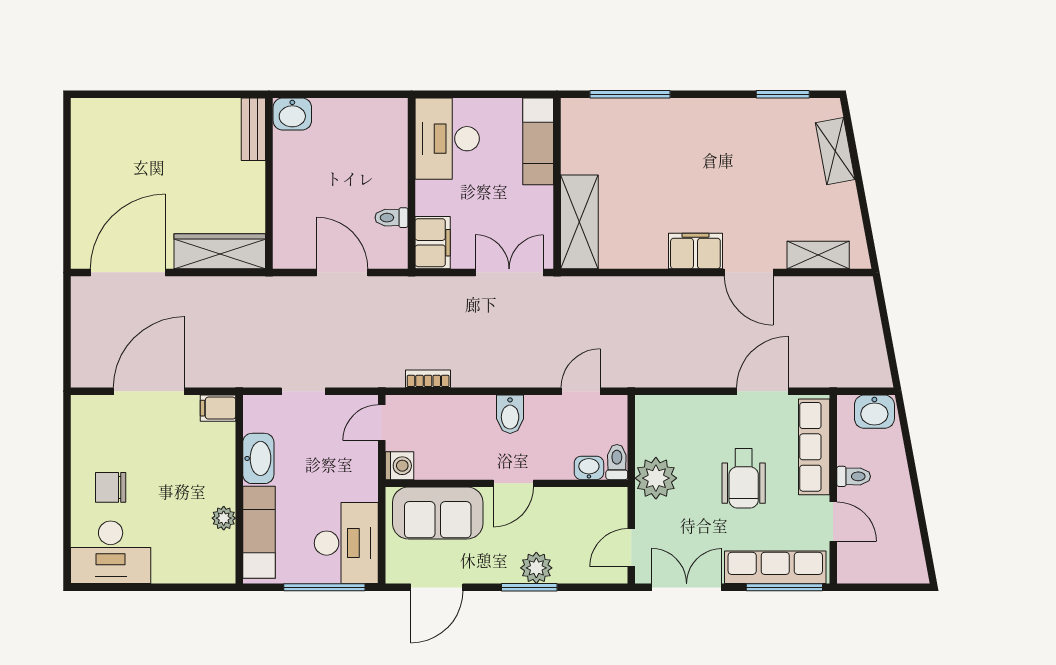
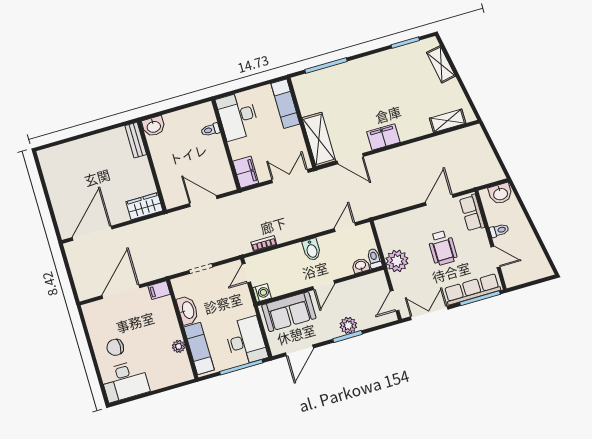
toilet: (392, 218) -> (210, 130), moved
wardrobe: (220, 251) -> (144, 206), width x0.67
door: (749, 272) -> (350, 159), moved
row of seats: (814, 447) -> (472, 213), width x0.68

